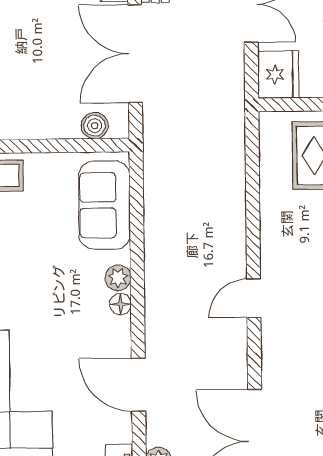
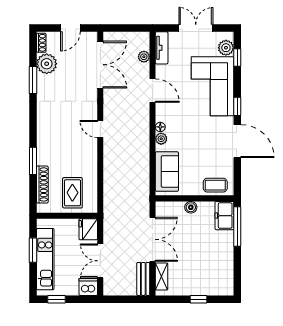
boiler: (95, 126) -> (191, 207), moved
door: (254, 298) -> (100, 129), swing flipped

